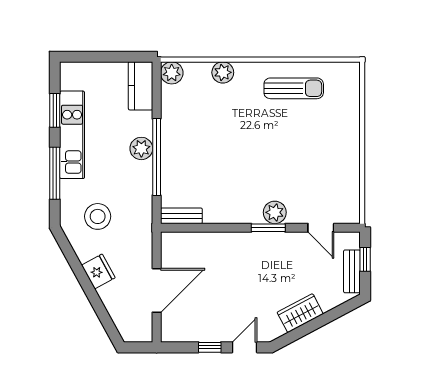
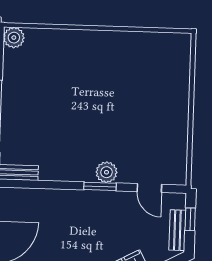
plant: (223, 72) -> (62, 39), removed
sun lounger: (294, 88) -> (128, 56), removed

